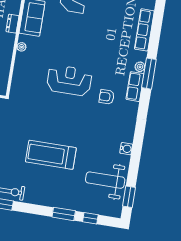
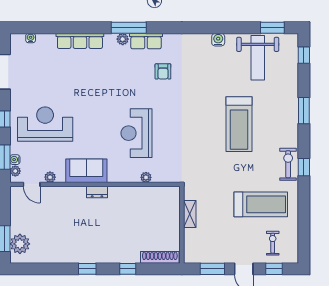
plant: (22, 47) -> (146, 177), moved
reception desk: (69, 80) -> (137, 133), moved
window: (64, 214) -> (304, 111), moved
window: (90, 218) -> (304, 55), moved

